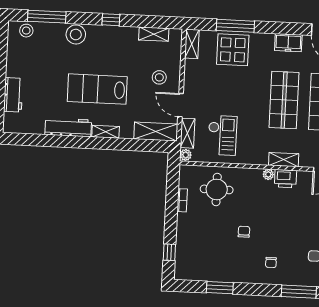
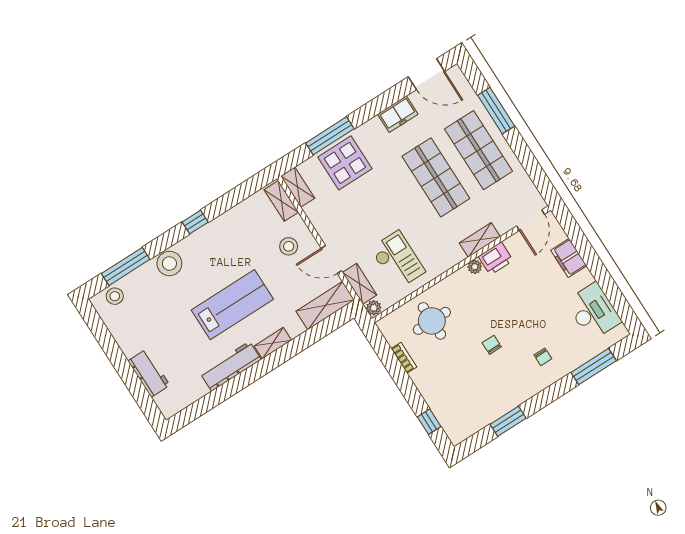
shelving: (154, 34) -> (281, 201), moved, turned 90
lab bench: (97, 89) -> (232, 305), turned 180

